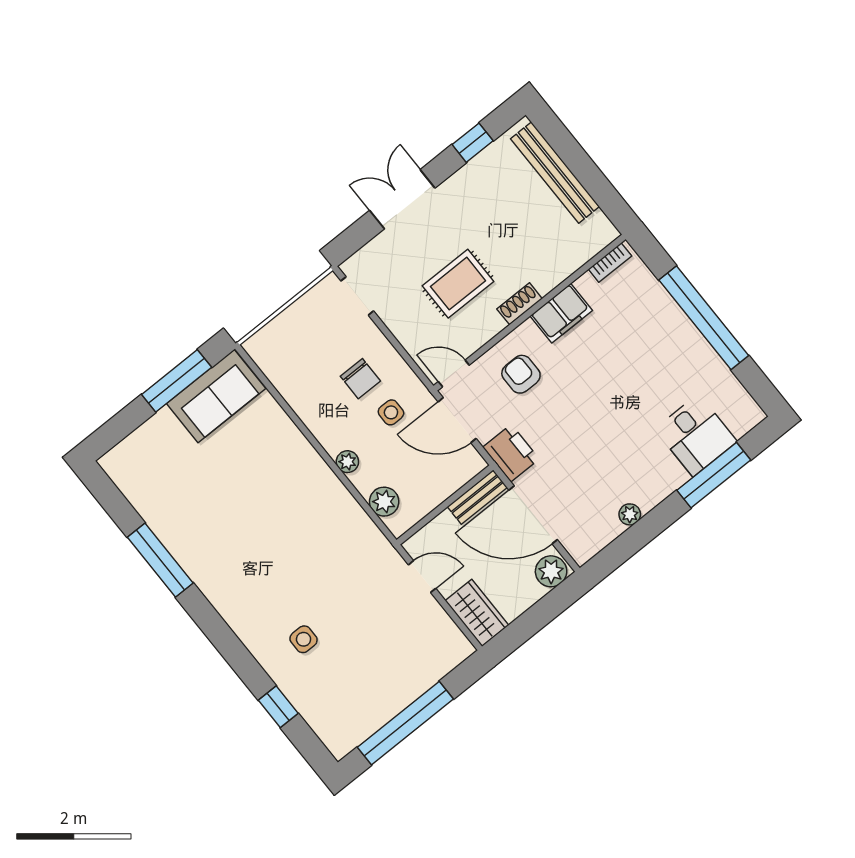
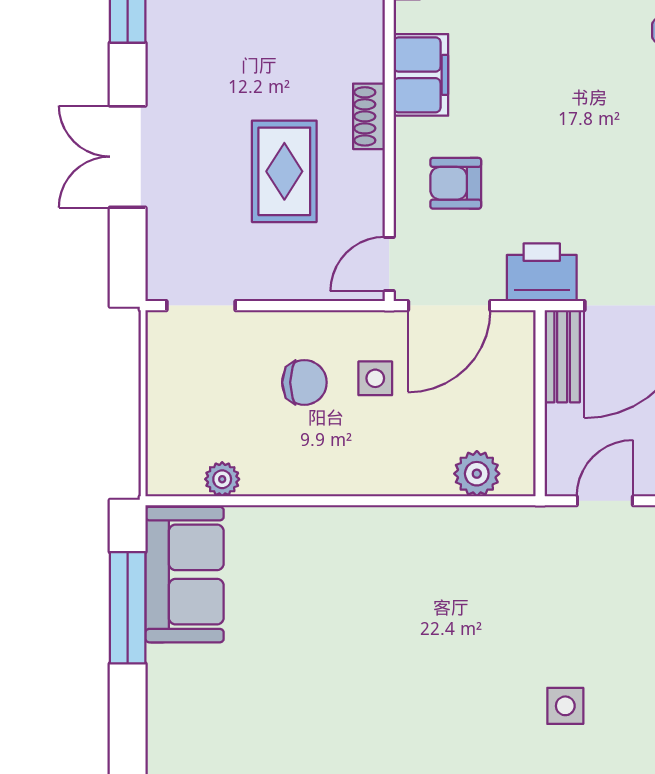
plant: (347, 462) -> (222, 479), moved

